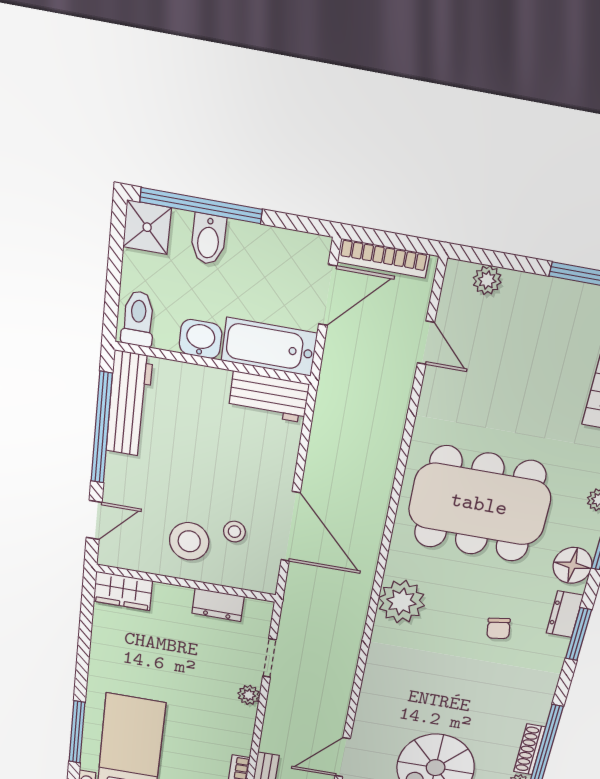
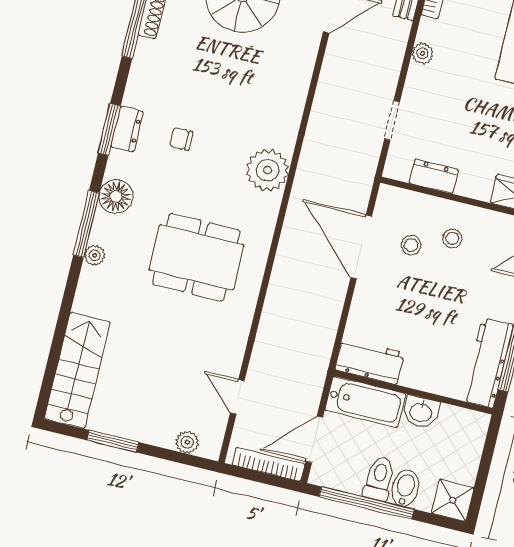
window: (201, 206) -> (367, 503), moved
toilet: (138, 319) -> (379, 479), moved, turned 180
dining table: (479, 504) -> (196, 257), width x0.73, depth x0.80
stool: (189, 541) -> (452, 238), width x0.53, depth x0.53
dresser: (565, 614) -> (127, 129), moved
chair: (499, 628) -> (181, 139), turned -81
plant: (249, 695) -> (422, 53), moved

